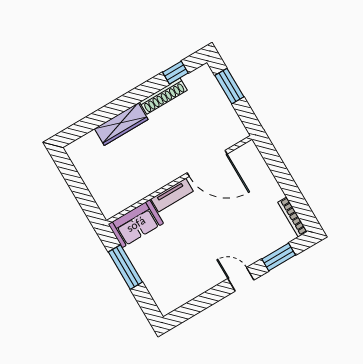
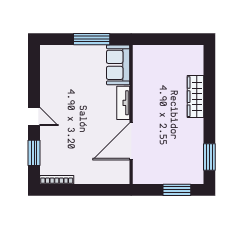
window: (175, 73) -> (209, 157), width x1.50
shoe rack: (163, 96) -> (198, 138), removed
door: (241, 279) -> (34, 116), hinge flipped

